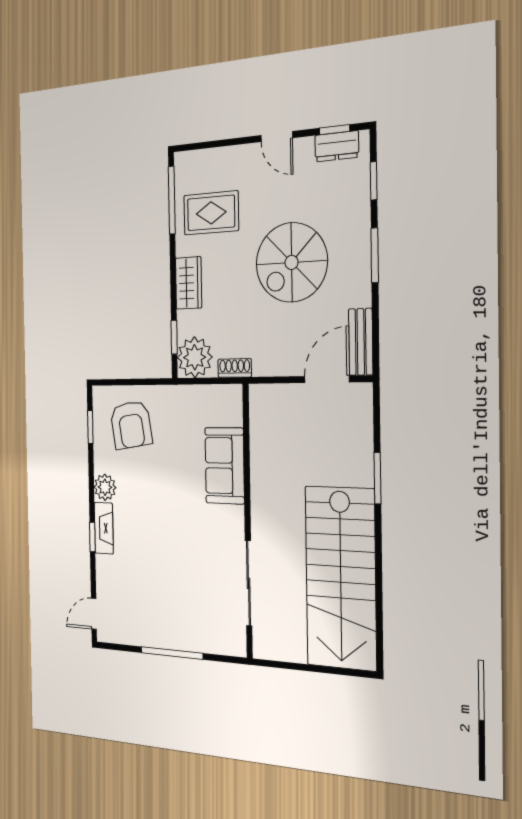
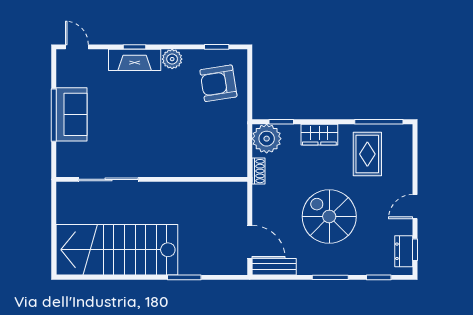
sofa: (225, 466) -> (71, 114), moved, turned 90
fireplace: (104, 528) -> (135, 60), width x1.37, depth x1.32

